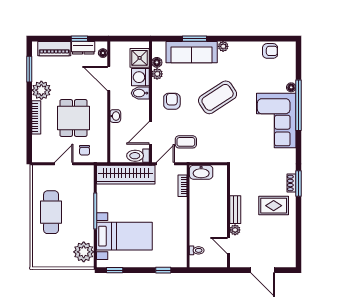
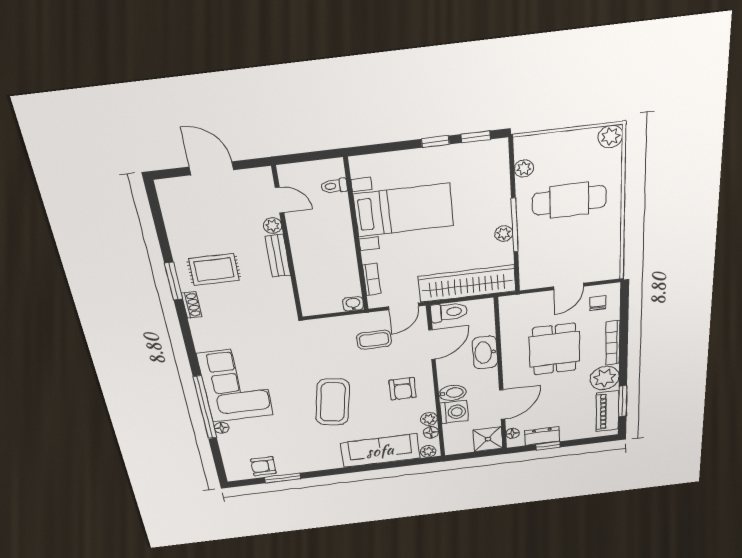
window: (194, 39) -> (283, 478), moved
plant: (223, 46) -> (428, 451), moved
piano: (54, 49) -> (607, 411), moved, turned -90
shower: (140, 58) -> (488, 439), moved
door: (109, 79) -> (502, 405), hinge flipped
coffee table: (218, 97) -> (333, 402), turned -48
washbasin: (115, 116) -> (485, 352), width x1.91, depth x1.45
chair: (85, 150) -> (598, 303), moved
washbasin: (201, 172) -> (353, 304), width x0.52, depth x0.69
window: (299, 184) -> (174, 281), moved
plant: (102, 206) -> (504, 234), added
cafe table: (51, 212) -> (569, 200), moved, turned 90
bed with nightstands: (124, 236) -> (404, 210), moved, turned 180
plant: (84, 252) -> (524, 168), width x0.53, depth x0.53
plant: (39, 261) -> (611, 136), added
window: (163, 270) -> (435, 142), moved

